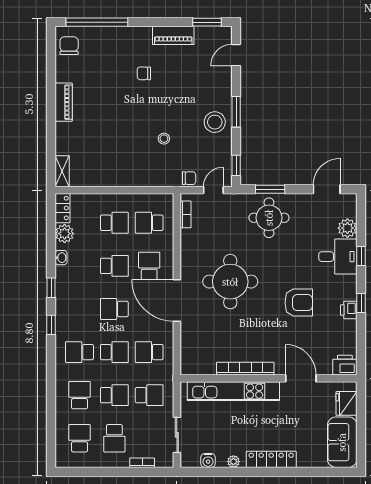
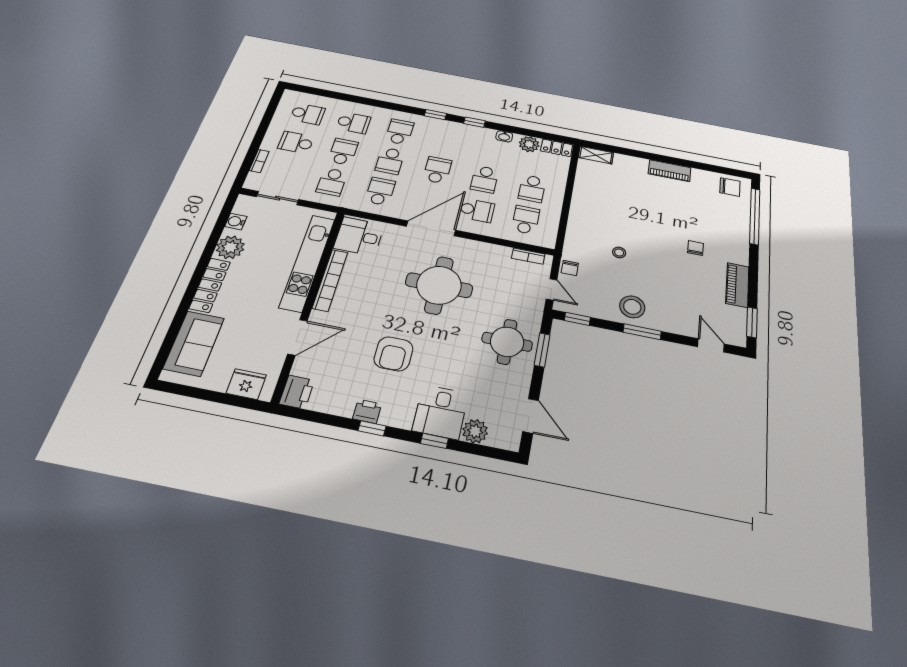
desk: (199, 357) -> (359, 236), added
school desk: (114, 395) -> (343, 152), turned 180
sofa: (342, 442) -> (194, 343), moved, turned 90
plant: (233, 462) -> (230, 247), width x1.87, depth x1.87

